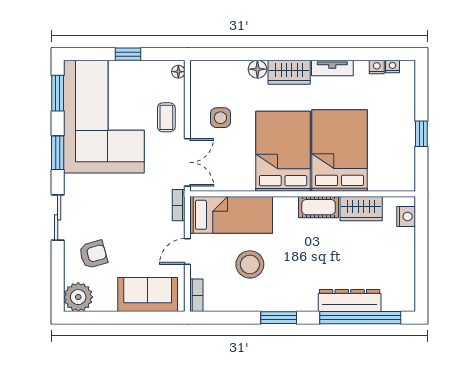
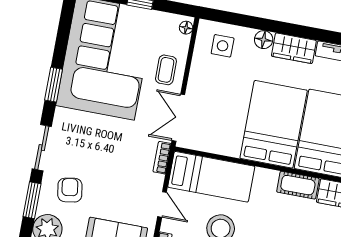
window: (58, 93) -> (32, 200), moved
side table: (220, 118) -> (223, 46), moved
double door: (187, 162) -> (178, 118), swing flipped
door: (187, 251) -> (162, 204), swing flipped
armchair: (93, 254) -> (70, 190), turned -83

